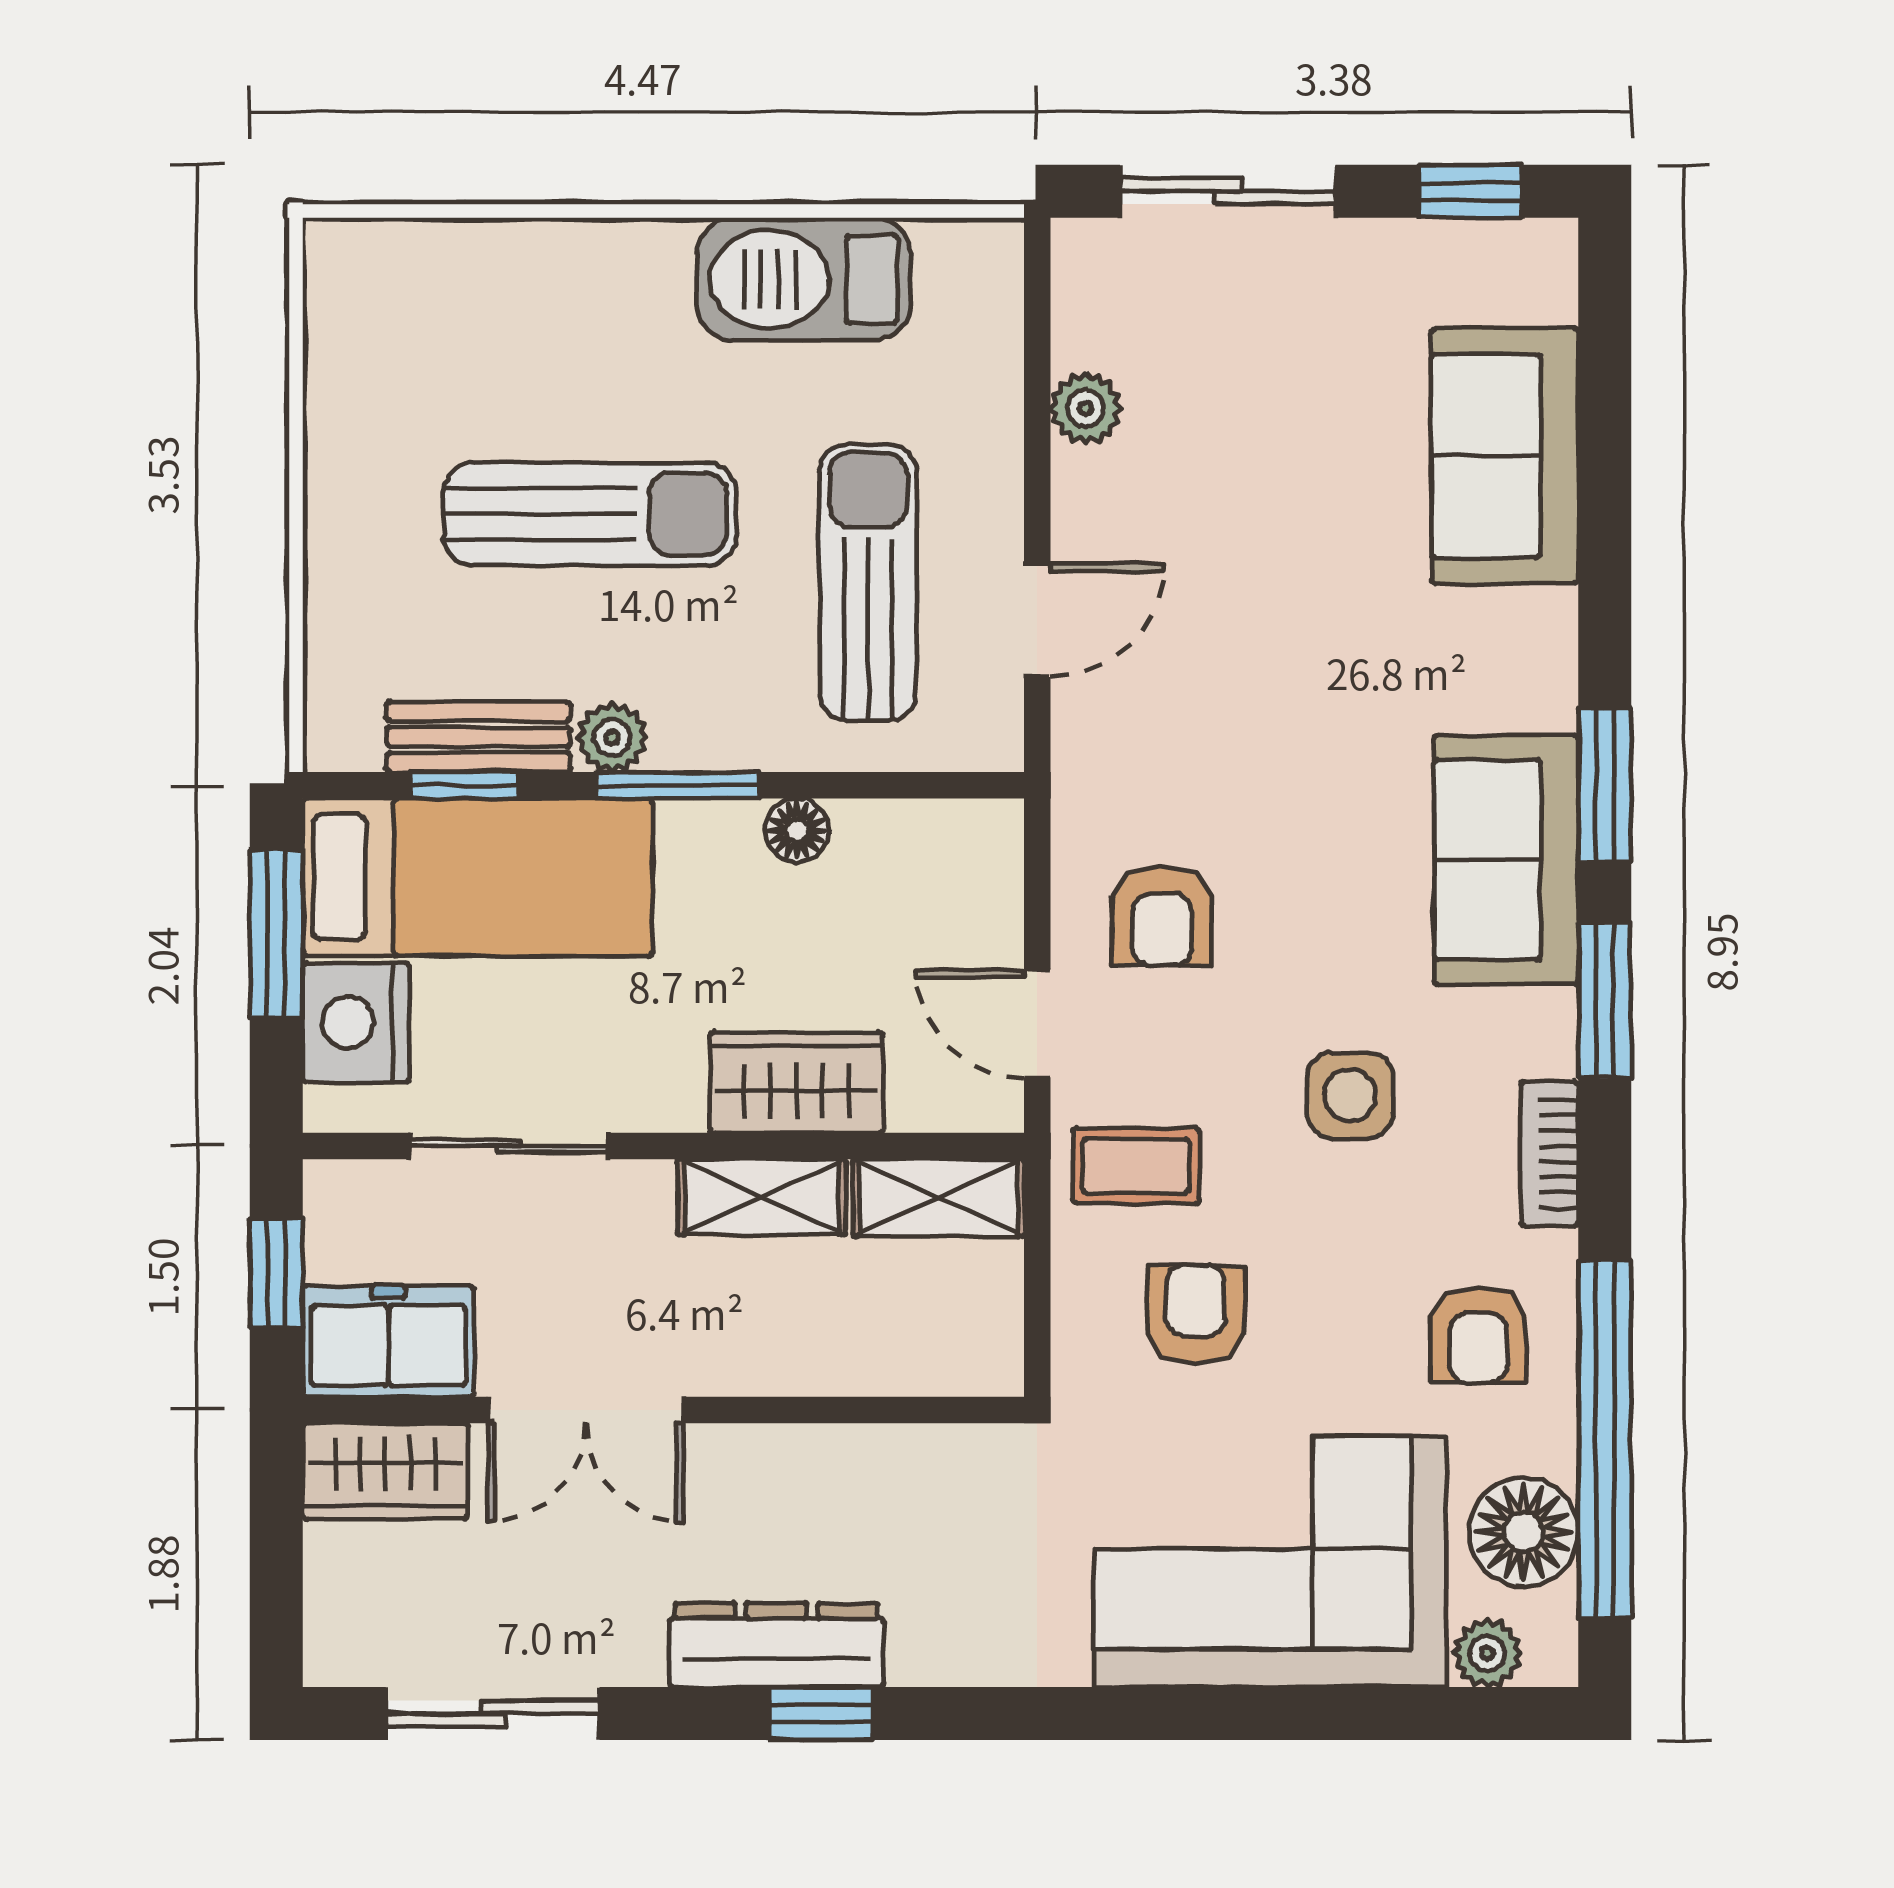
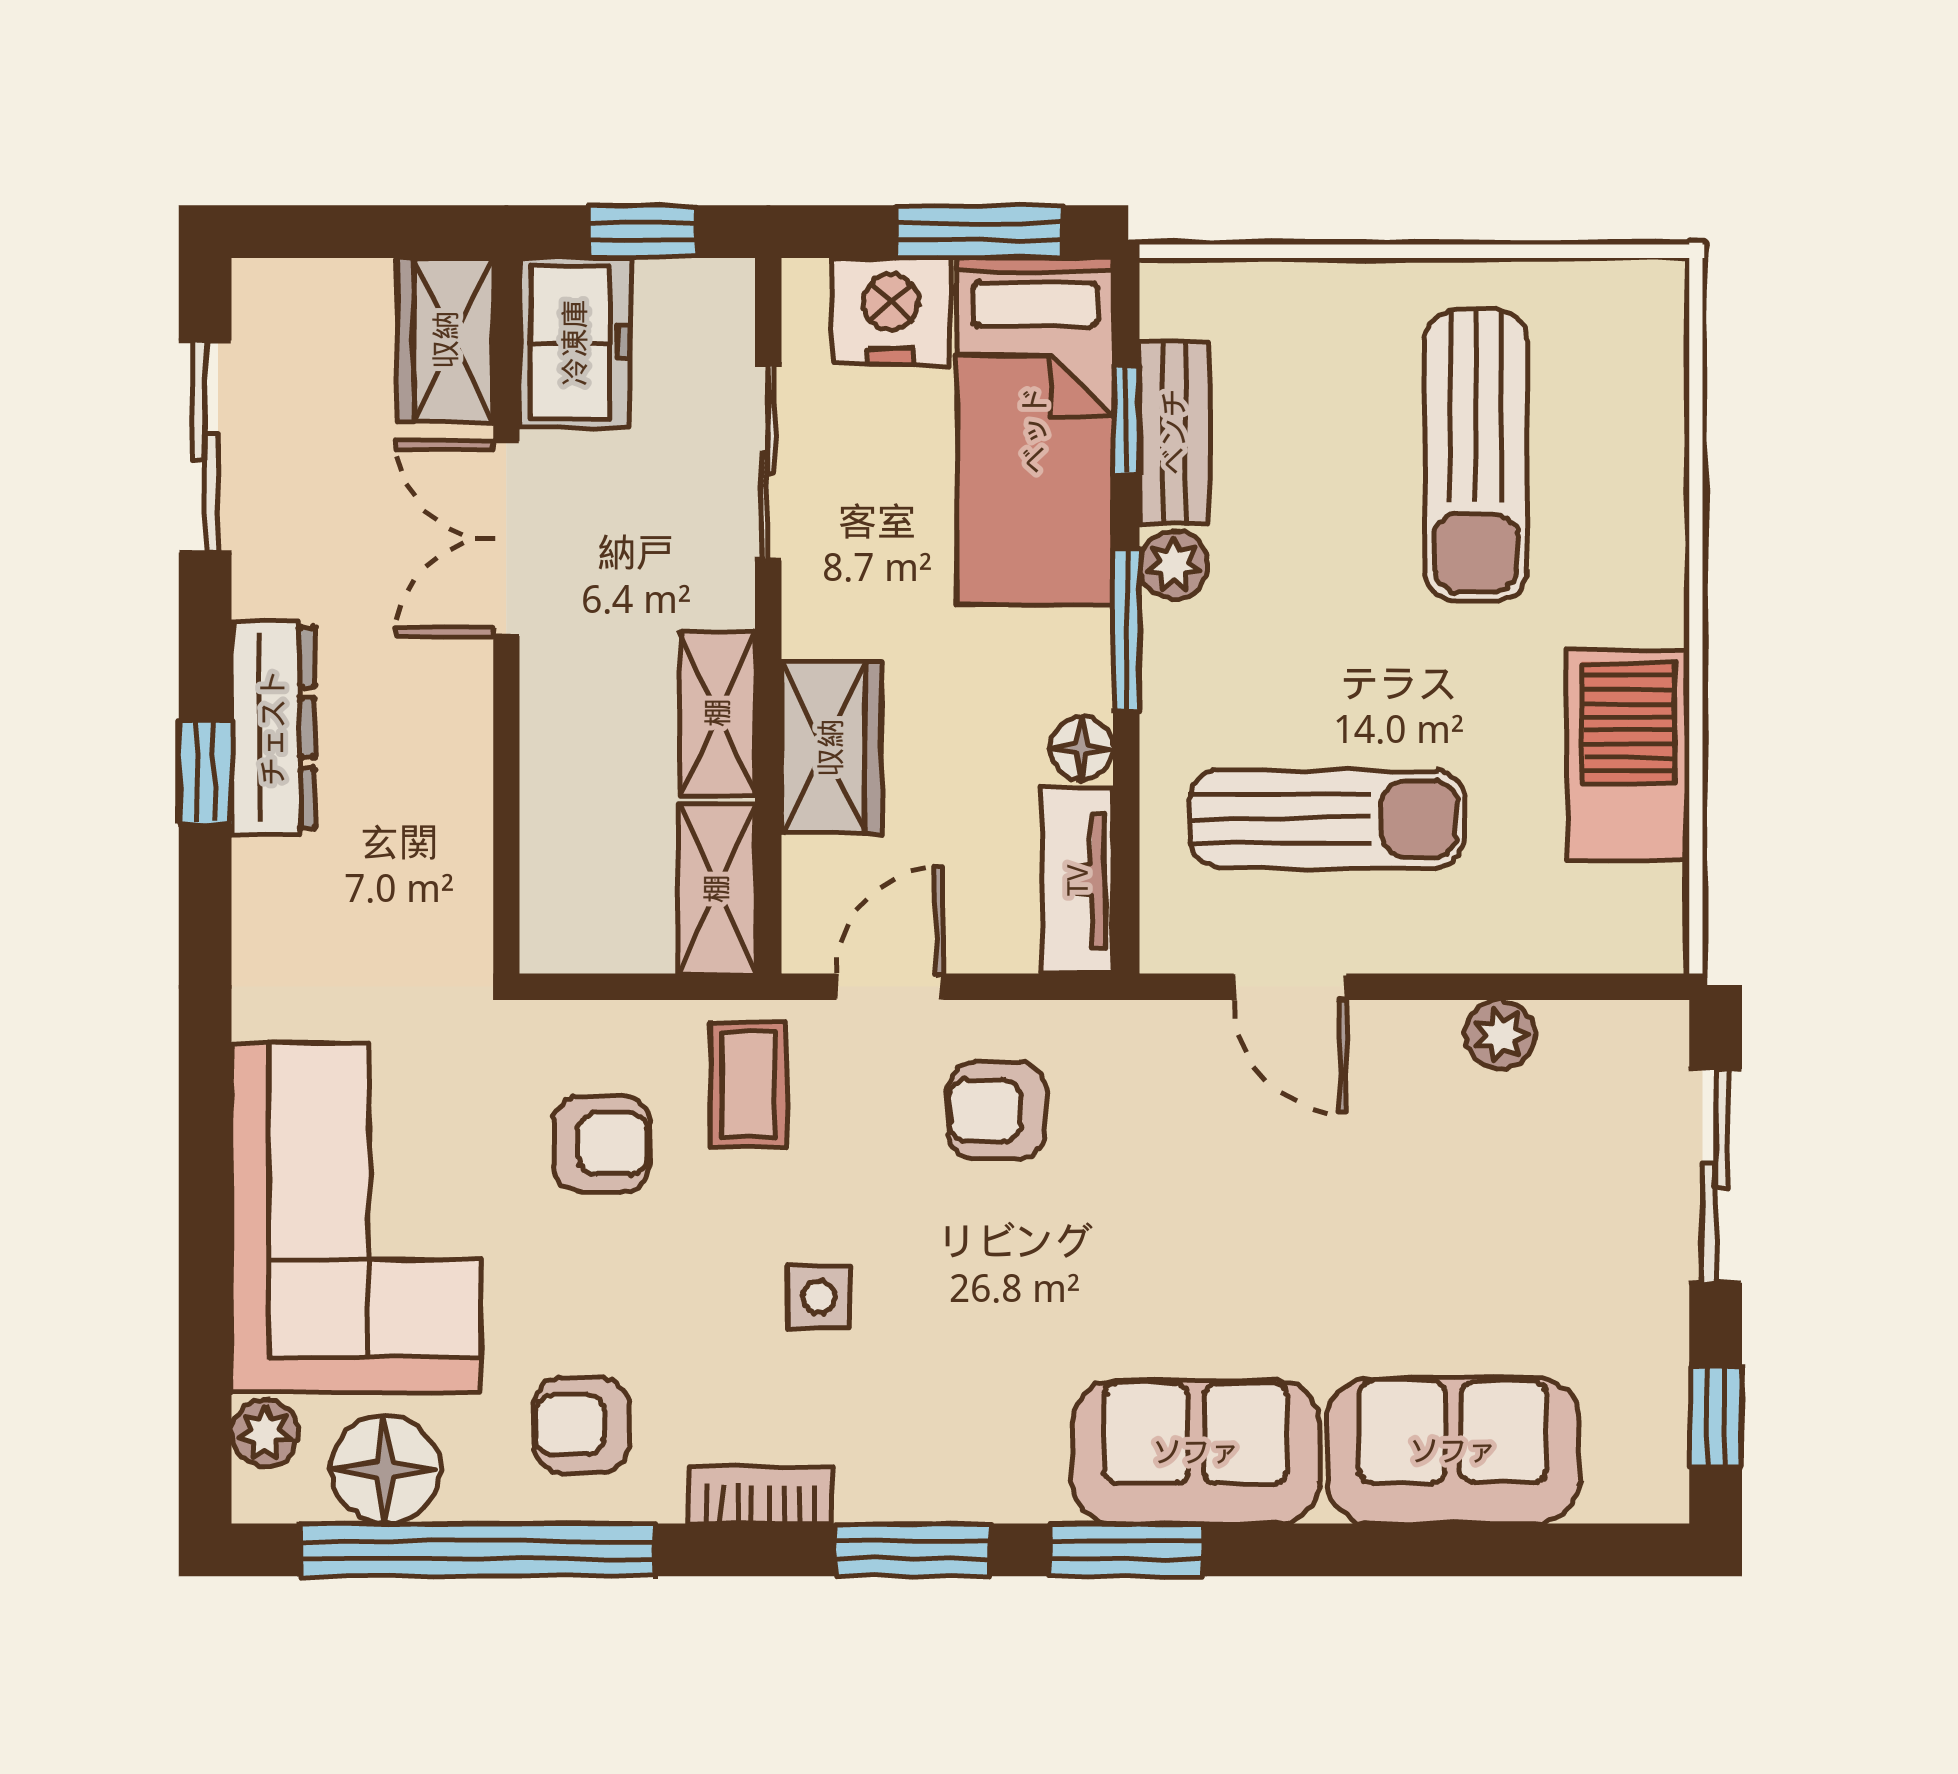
sun lounger: (590, 514) -> (1476, 456), moved
tv unit: (930, 834) -> (1078, 880), added
sofa: (1506, 860) -> (1196, 1452), moved
side table: (1350, 1095) -> (819, 1297), width x0.73, depth x0.73

